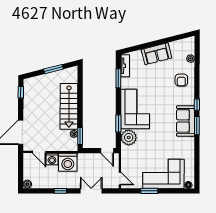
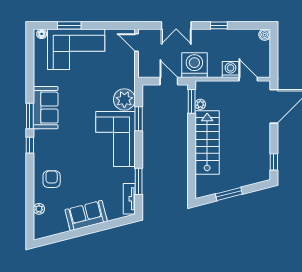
sofa: (186, 121) -> (46, 108), moved
door: (107, 151) -> (169, 81), moved
washing machine: (68, 162) -> (194, 65), moved
window: (149, 191) -> (69, 25), moved

